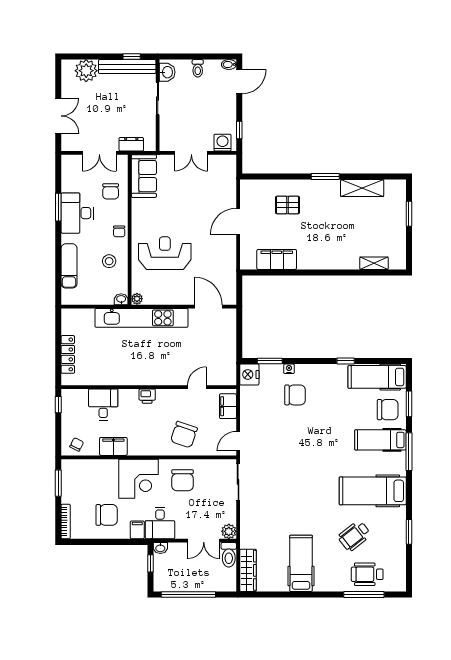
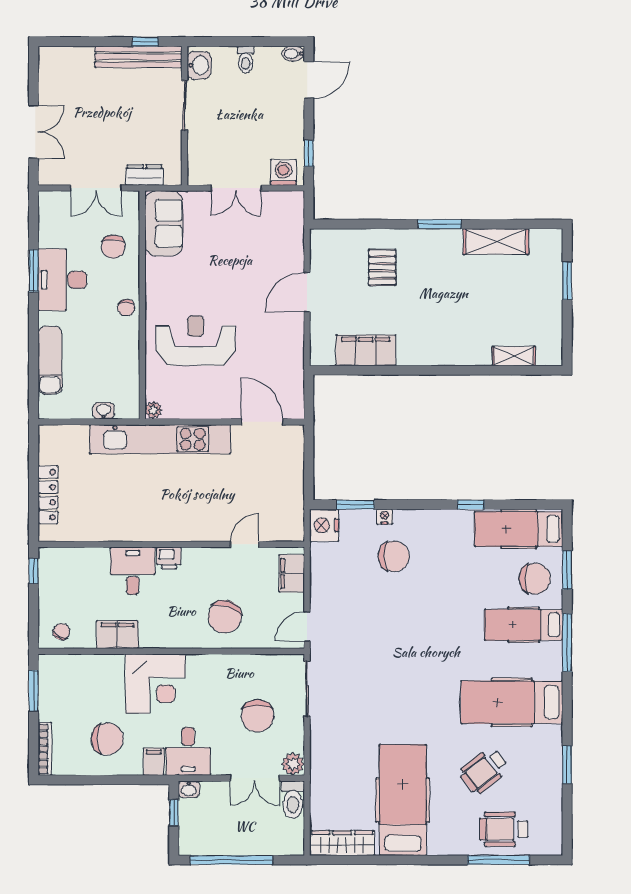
plant: (86, 71) -> (76, 63), removed
pallet: (287, 205) -> (382, 267), turned 90
stool: (109, 261) -> (111, 353), removed
washbasin: (121, 299) -> (104, 411), moved
desk: (103, 404) -> (133, 571), moved
chair: (183, 480) -> (257, 716), moved
hospital bed: (301, 563) -> (403, 800), width x1.37, depth x1.29
wardrobe: (248, 570) -> (342, 843), moved, turned -90

